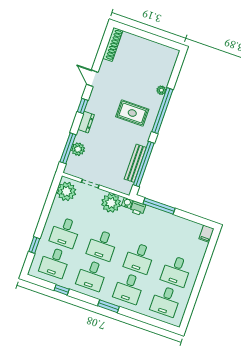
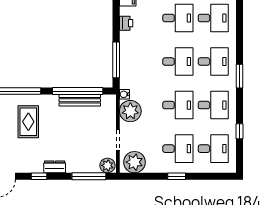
plant: (78, 149) -> (107, 165), moved
printer: (138, 208) -> (126, 23), moved
window: (34, 245) -> (177, 176), moved

